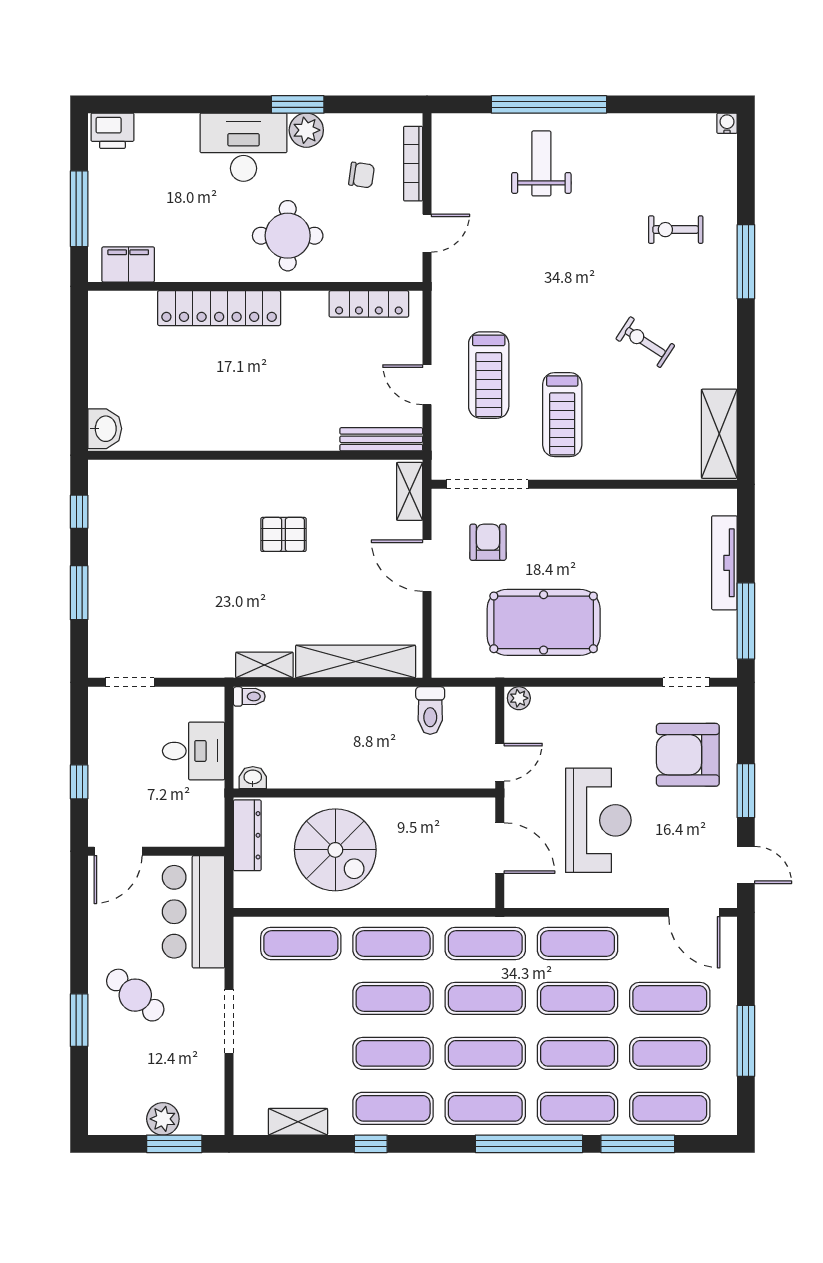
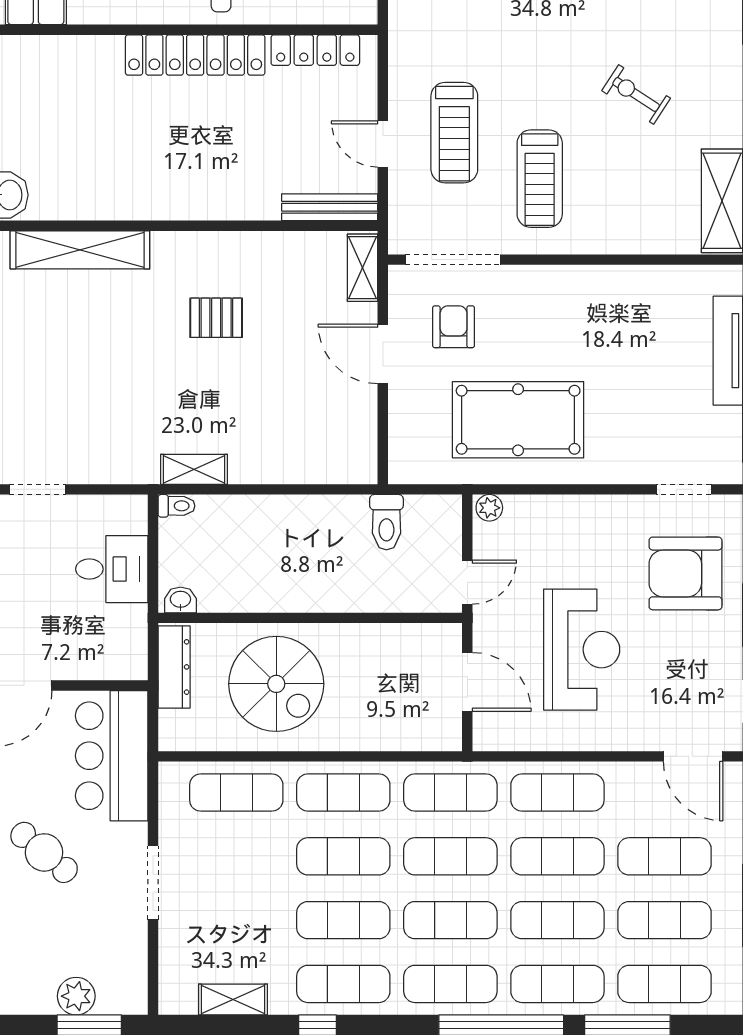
locker: (219, 308) -> (195, 55), moved
shelving: (356, 662) -> (80, 250), moved

